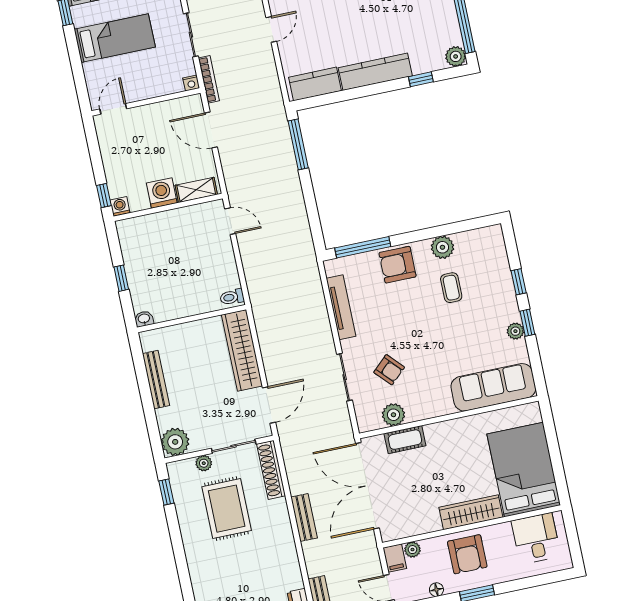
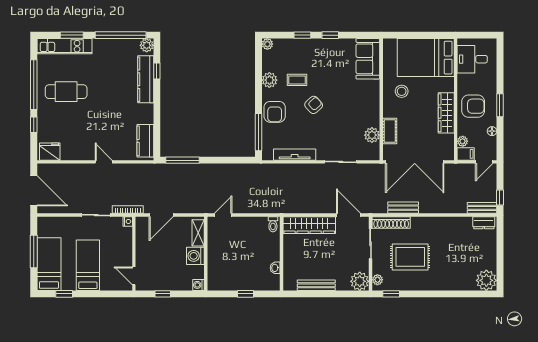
kitchen counter: (375, 72) -> (146, 79), moved
window: (104, 196) -> (163, 294), moved
washbasin: (144, 319) -> (275, 268), moved
plant: (515, 331) -> (267, 44), moved
armchair: (389, 370) -> (314, 105), moved
sofa: (493, 387) -> (368, 59), width x0.73
stool: (467, 445) -> (402, 91), added
plant: (204, 463) -> (377, 280), moved
wardrobe: (471, 512) -> (446, 113), moved
bench: (304, 518) -> (403, 208), moved

